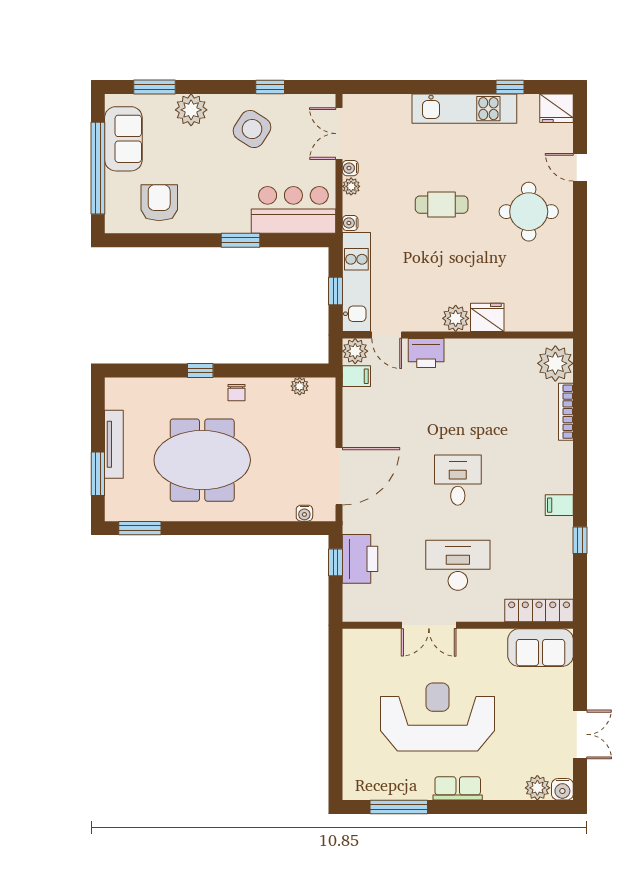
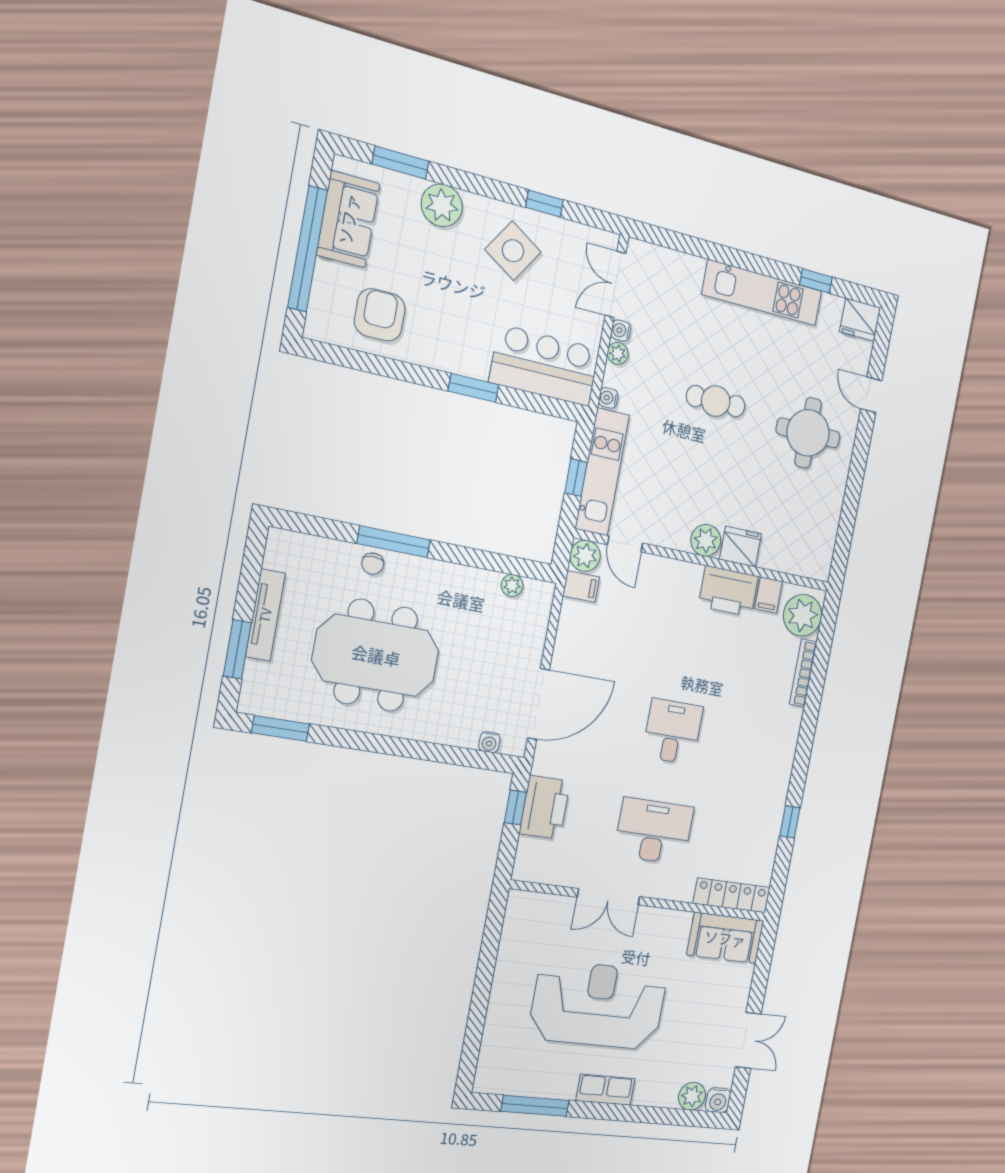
printer: (426, 353) -> (728, 591), moved, width x1.37, depth x1.19
window: (200, 370) -> (394, 542), width x2.17
chair: (237, 393) -> (373, 564), moved
filing cabinet: (559, 505) -> (768, 595), moved, turned -90

